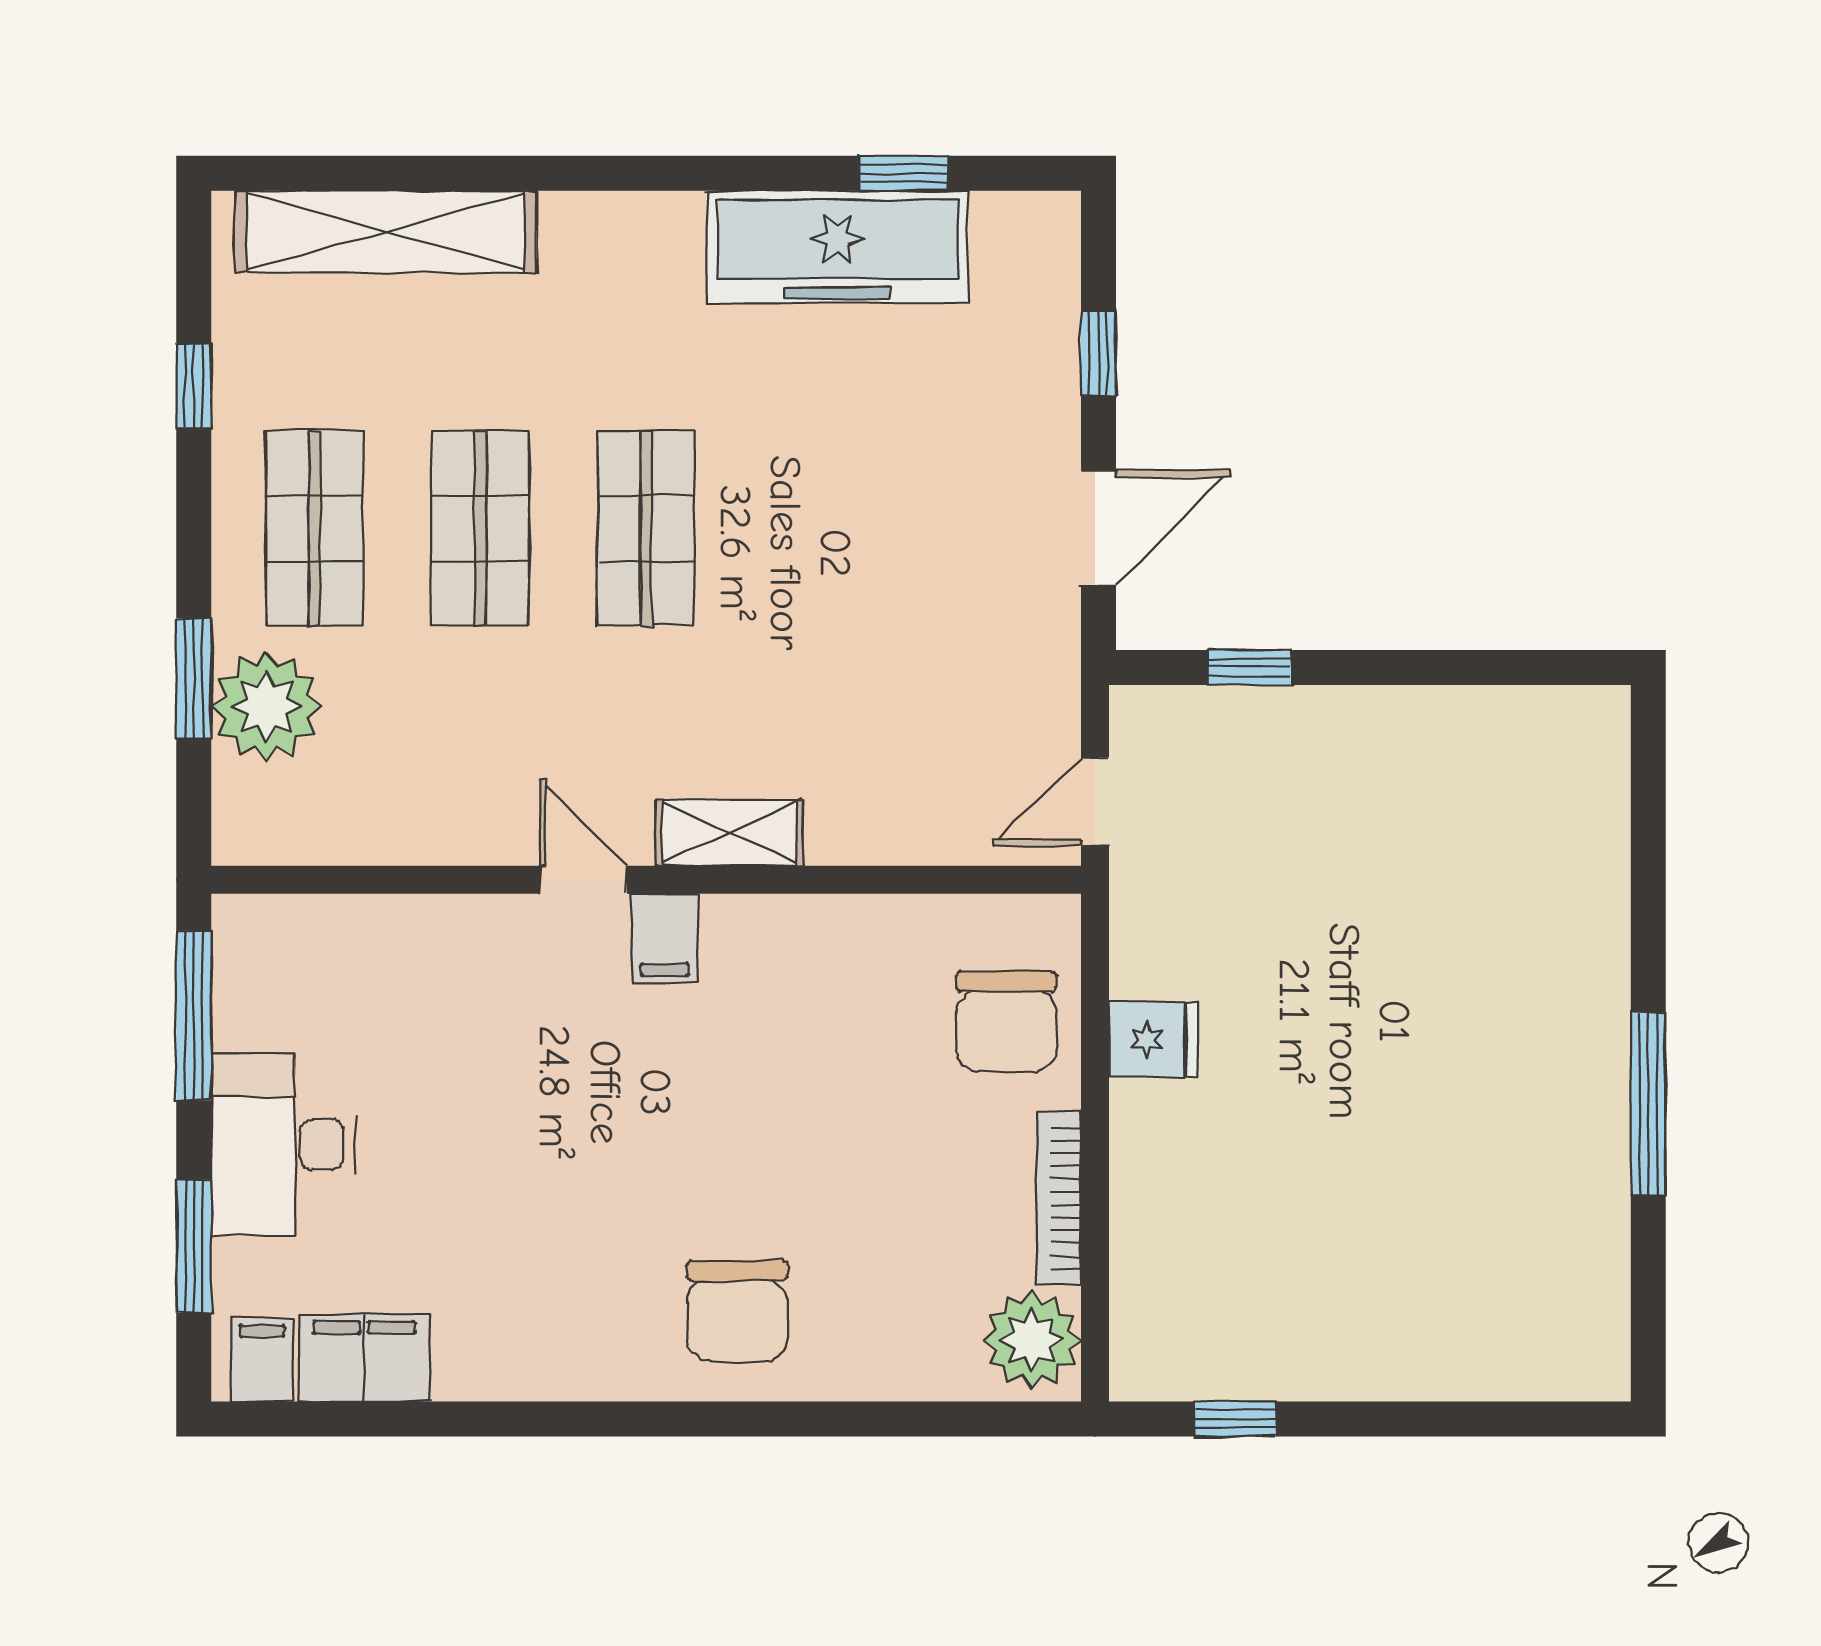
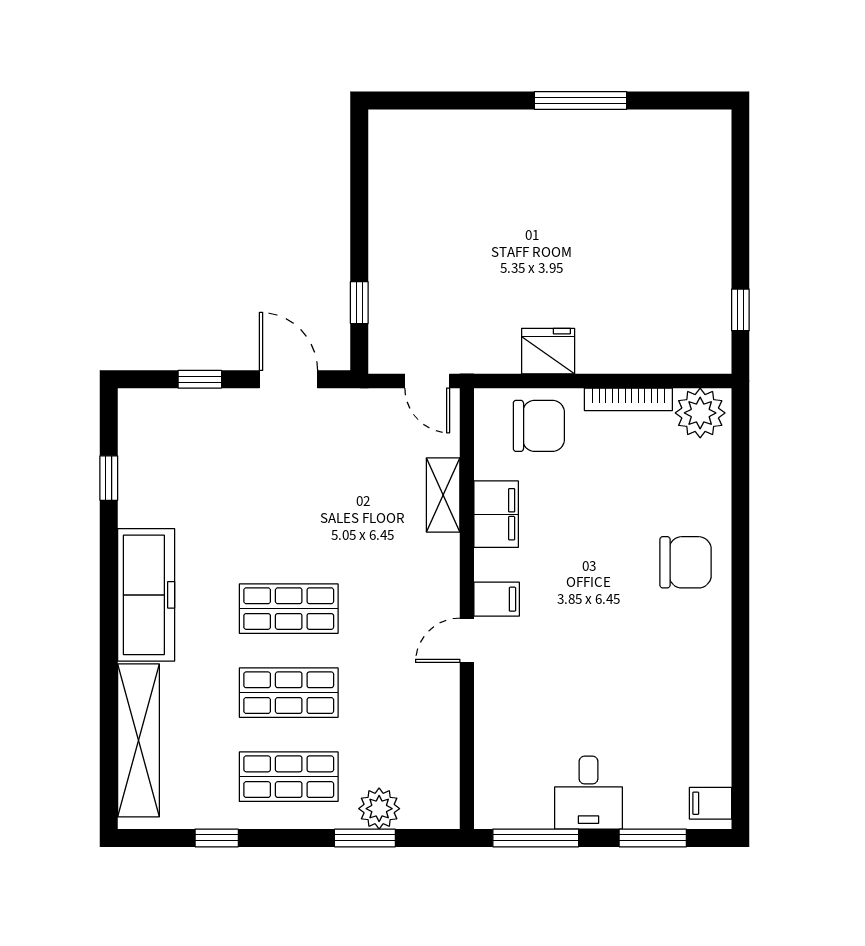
freezer: (837, 247) -> (146, 595), moved
plant: (266, 707) -> (379, 809), width x0.73, depth x0.73
shelving: (730, 833) -> (443, 495), moved
fridge: (1154, 1040) -> (548, 351), width x1.38
desk: (283, 1144) -> (588, 793), width x0.73
filing cabinet: (364, 1358) -> (496, 514), moved, turned 180

